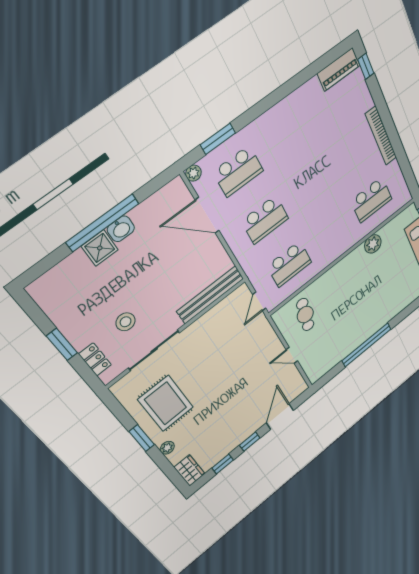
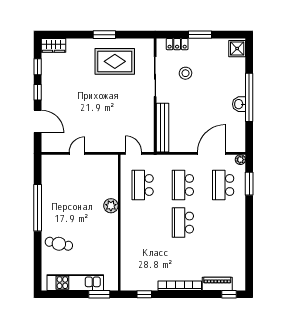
piano: (339, 69) -> (217, 284), moved, turned 90
window: (407, 170) -> (144, 294), added
school desk: (371, 200) -> (183, 223), moved
plant: (373, 244) -> (111, 206), moved
shower: (100, 248) -> (237, 49), moved
cafe table: (305, 315) -> (59, 244), moved
plant: (167, 448) -> (83, 44), removed

